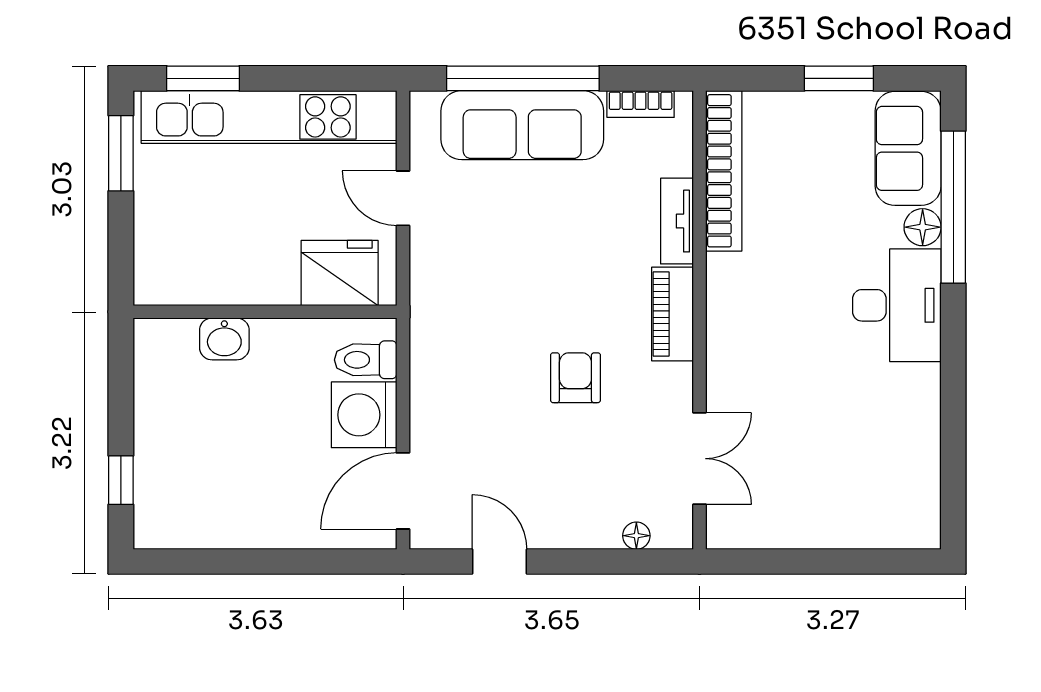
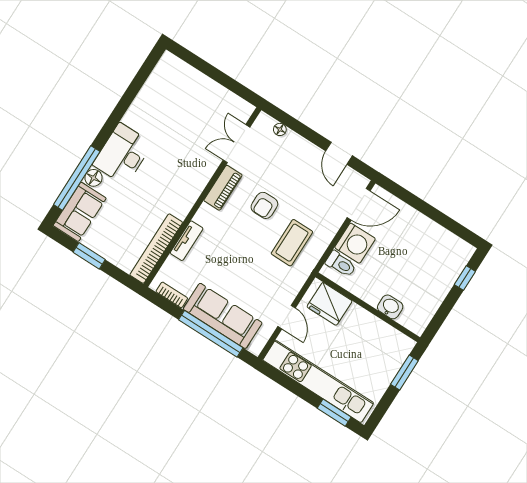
window: (121, 153) -> (404, 372), moved
piano: (672, 314) -> (223, 188), moved
coffee table: (481, 342) -> (292, 243), added

